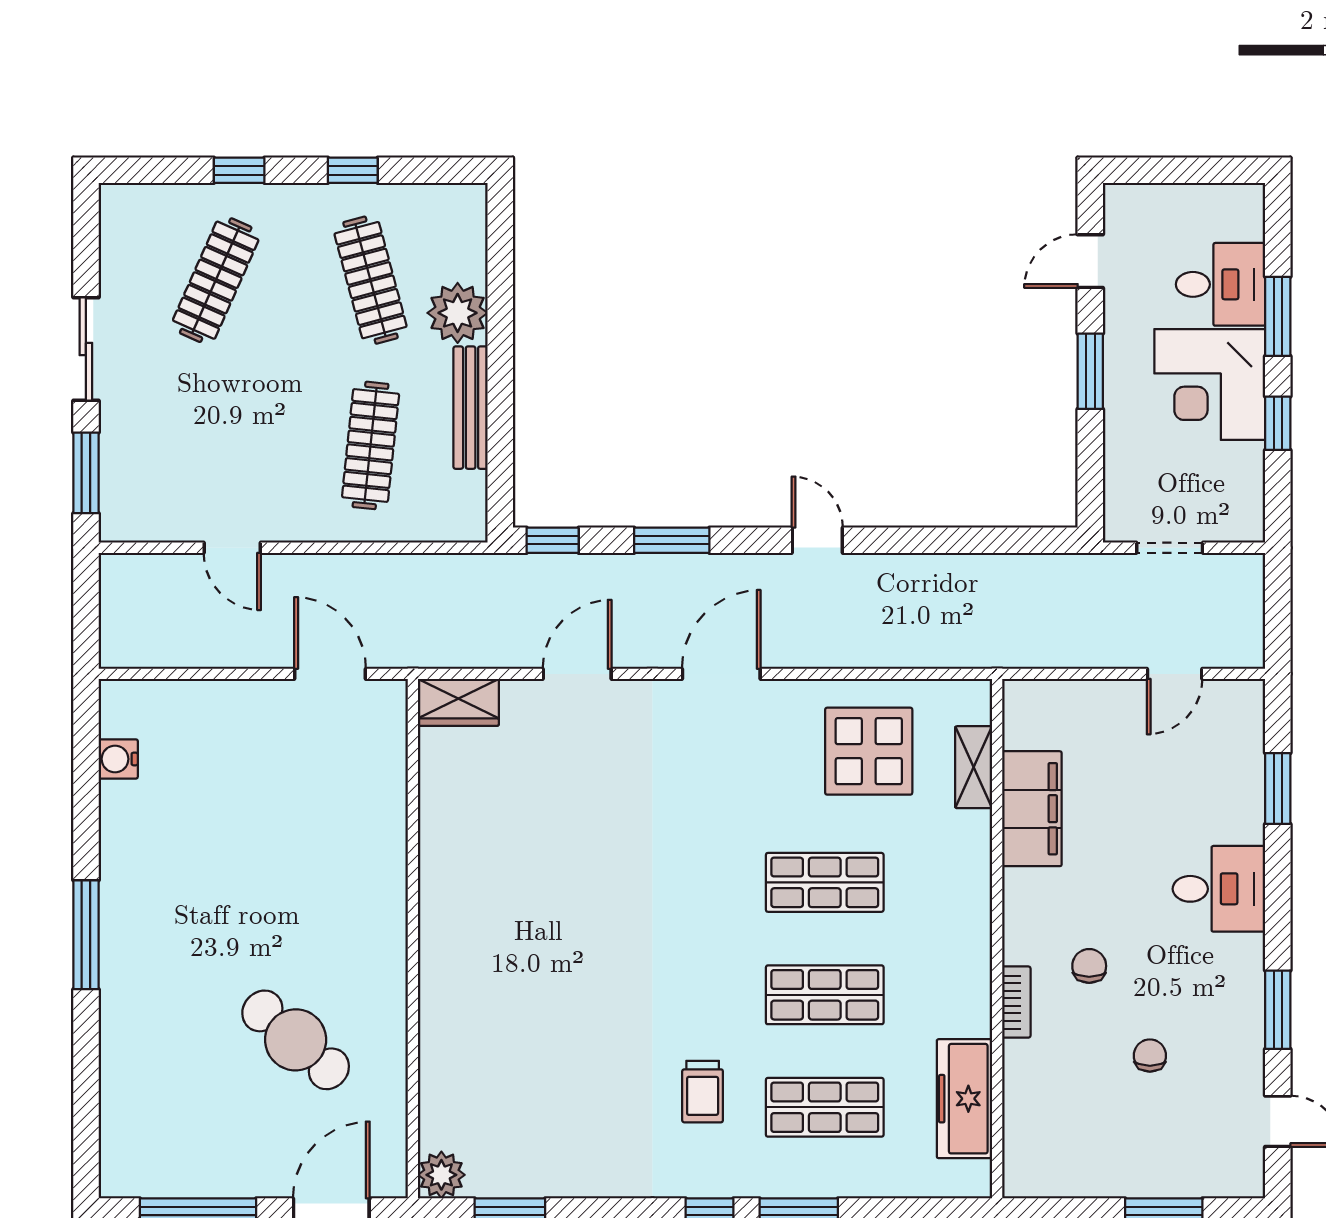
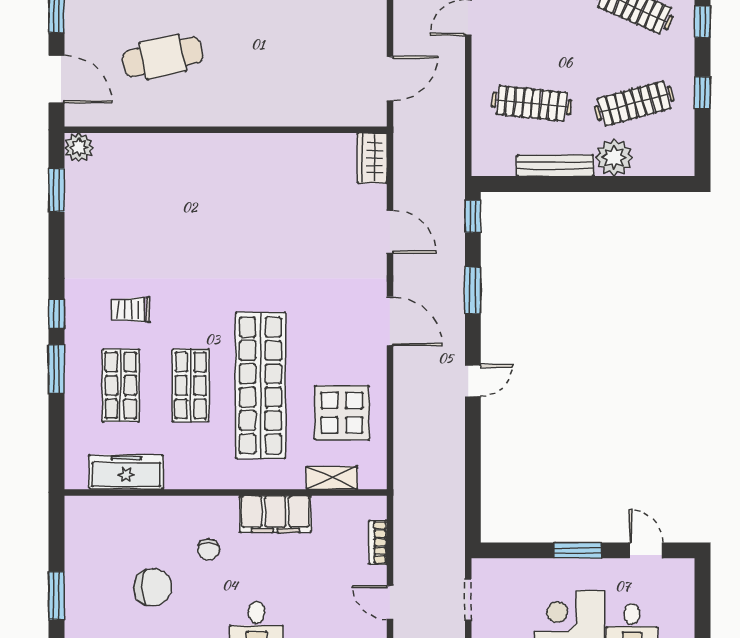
filing cabinet: (1032, 809) -> (275, 514), moved
shop shelf: (825, 882) -> (260, 385), width x2.00, depth x1.36
chair: (1089, 966) -> (209, 550), turned 90
bookcase: (1016, 1002) -> (378, 542), moved, turned 90
cafe table: (296, 1040) -> (163, 57), turned 37
chair: (1150, 1056) -> (153, 587), width x1.87, depth x1.87

